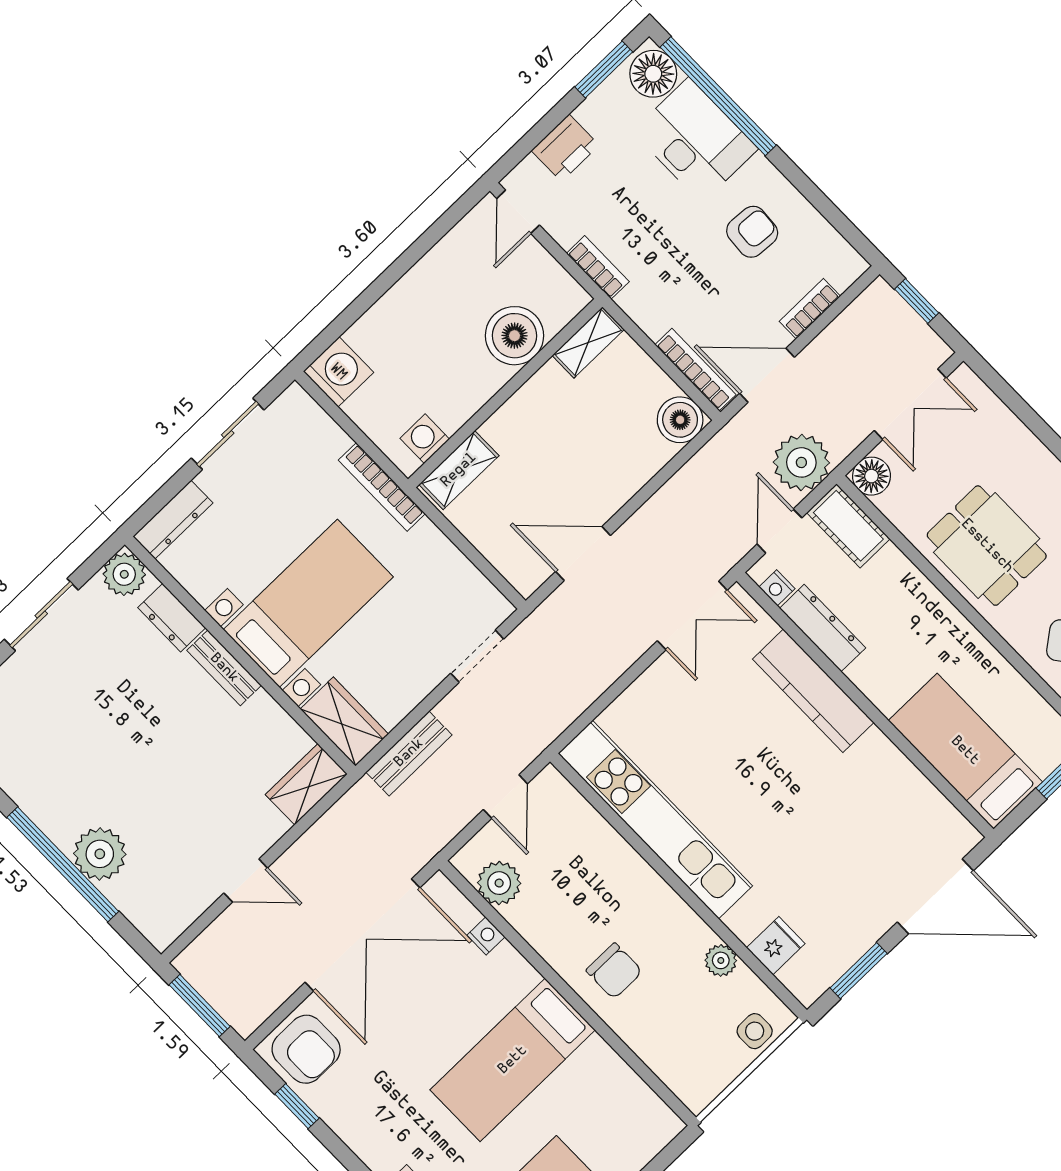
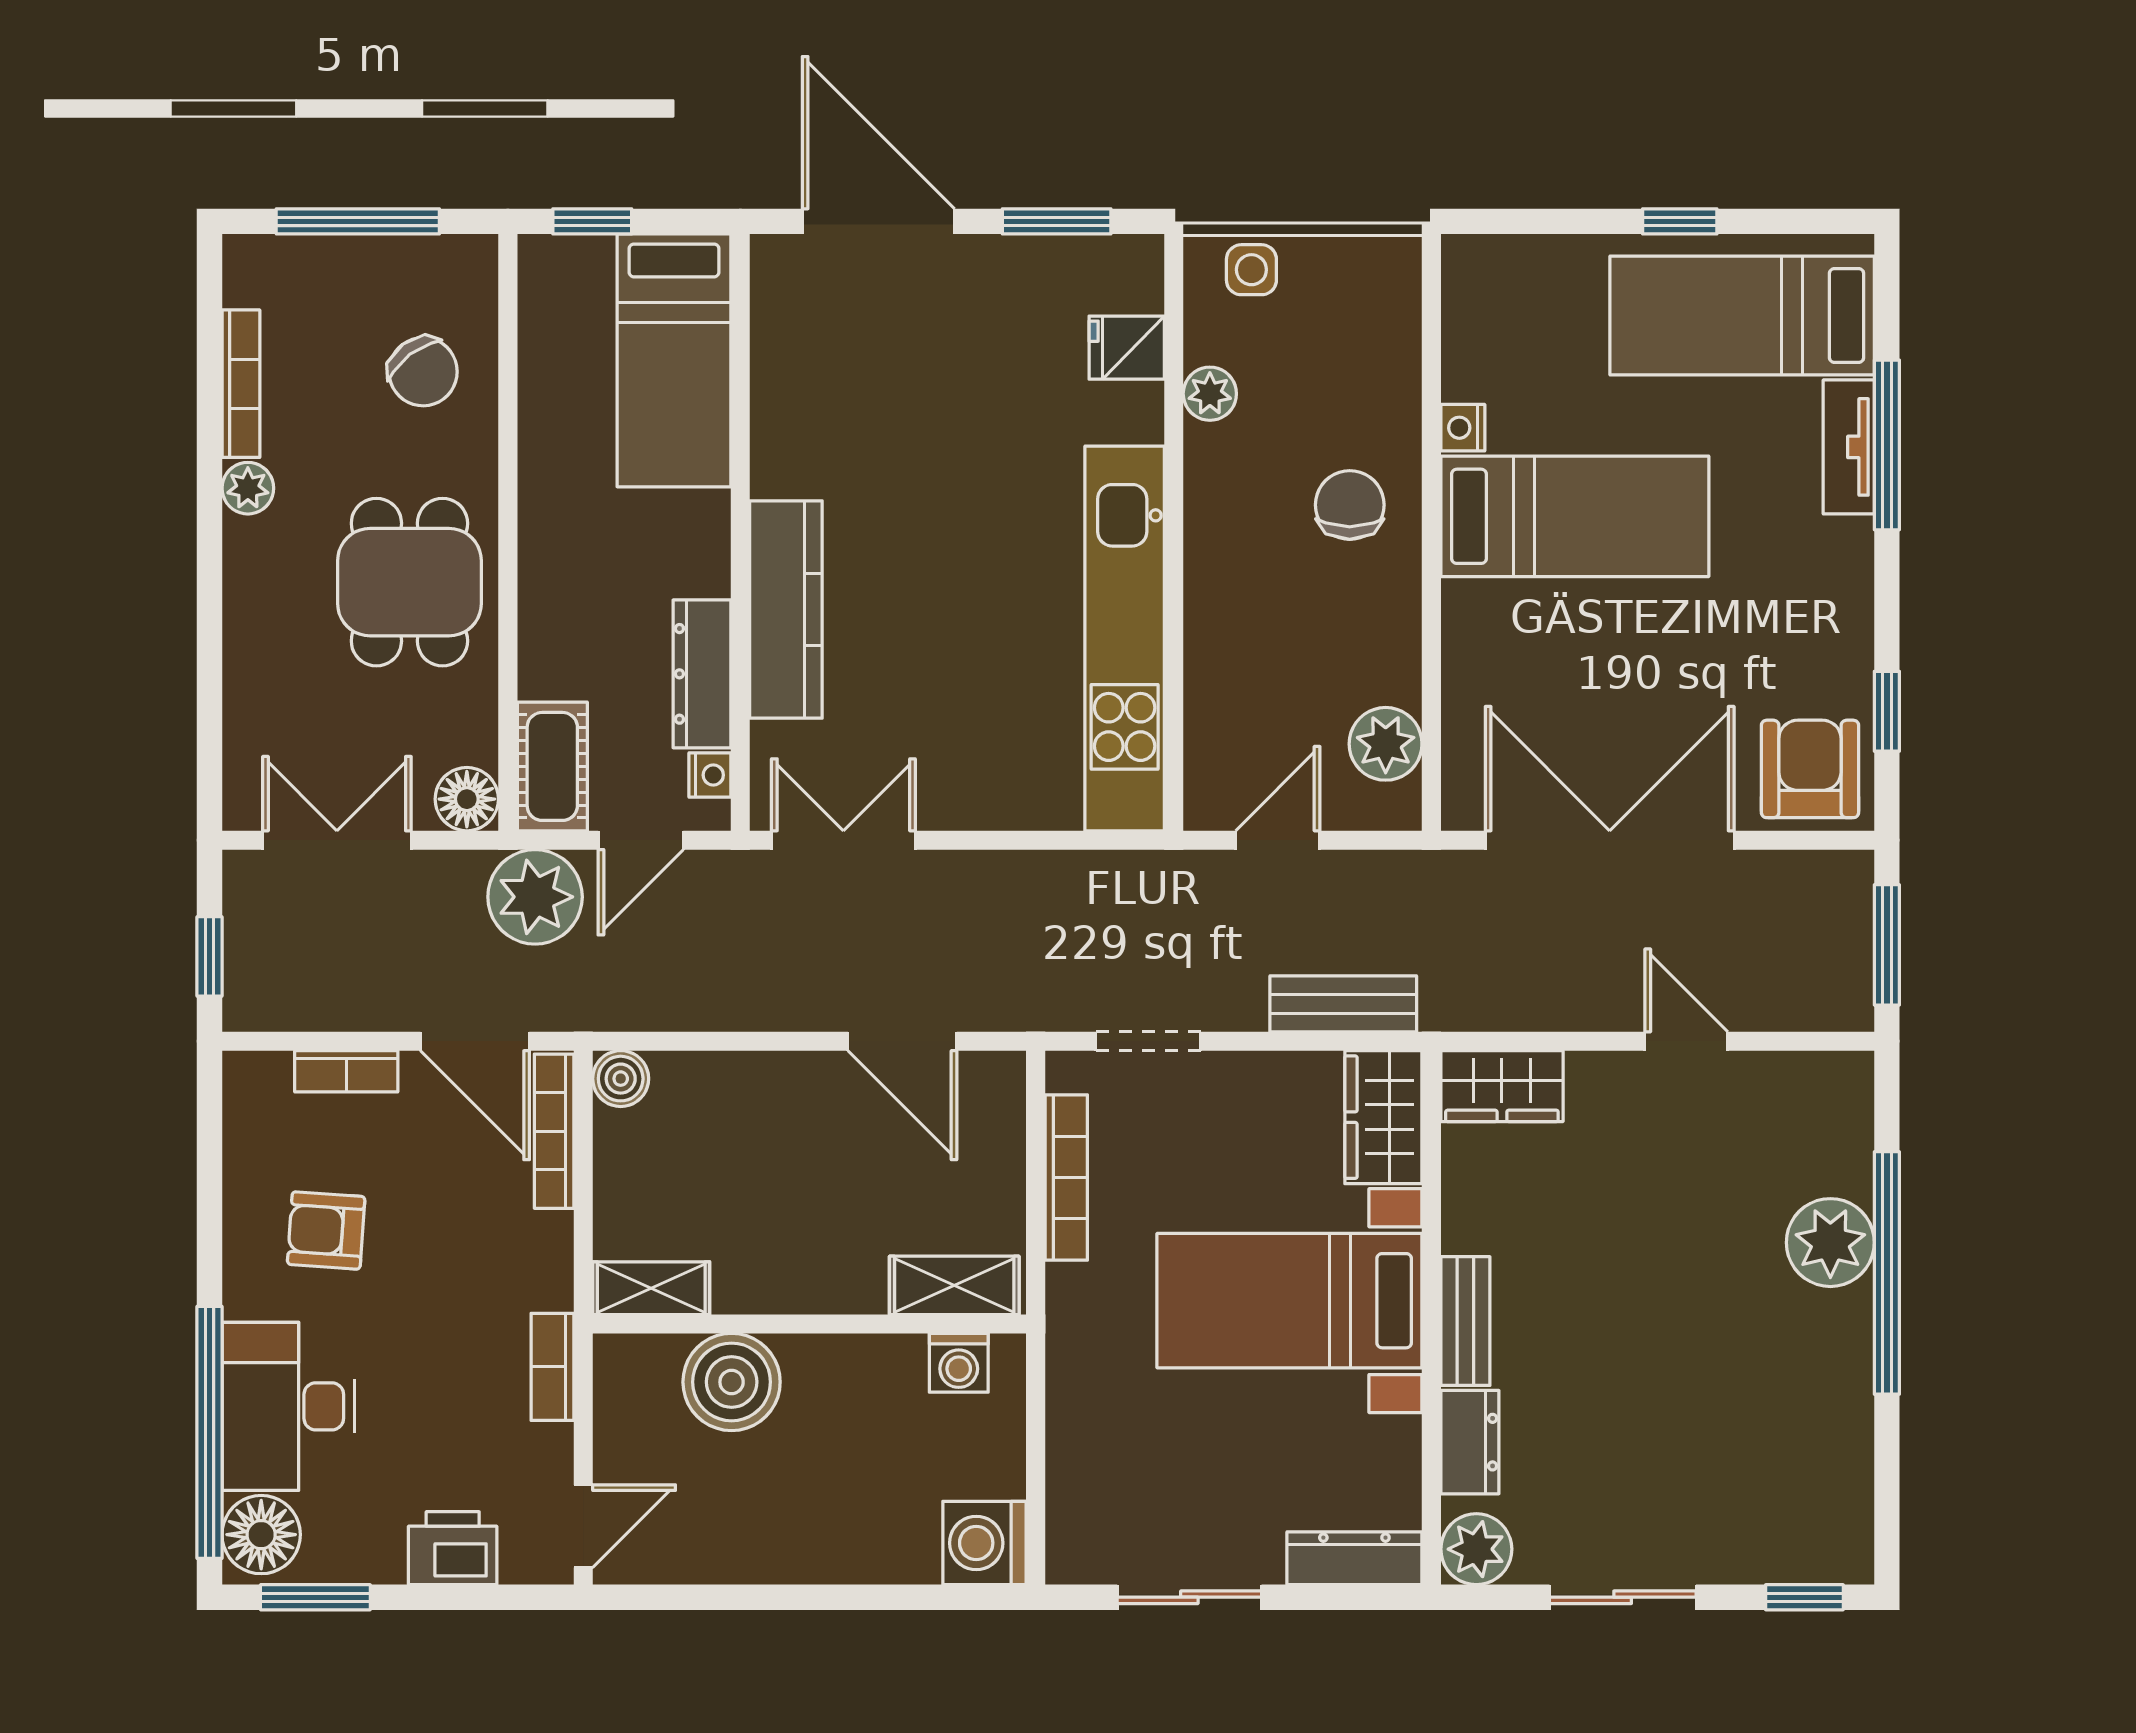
boiler: (680, 420) -> (621, 1079), width x0.73, depth x0.73
bookcase: (382, 487) -> (1066, 1178), moved
nightstand: (486, 936) -> (1463, 428), moved

